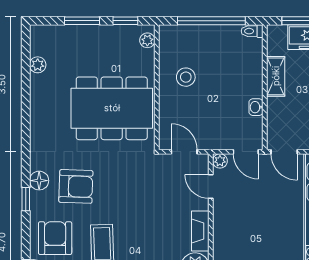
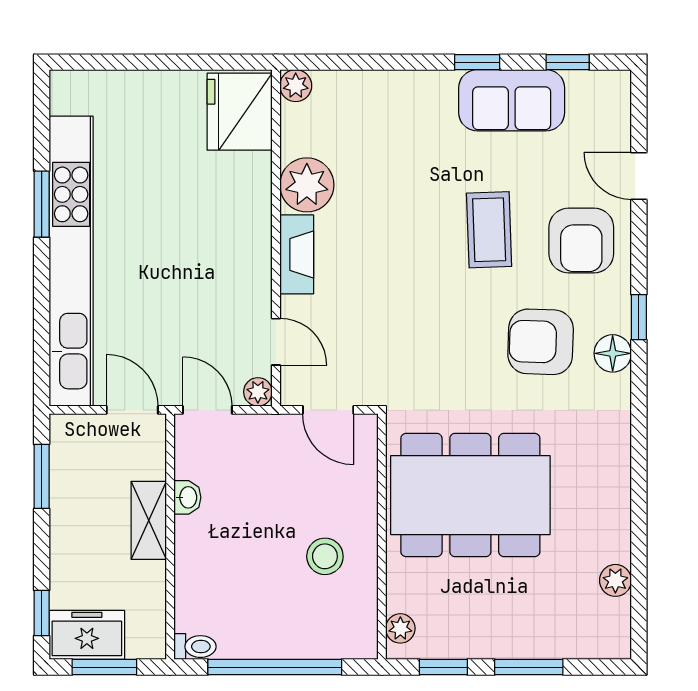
shelving: (276, 76) -> (149, 520), moved

